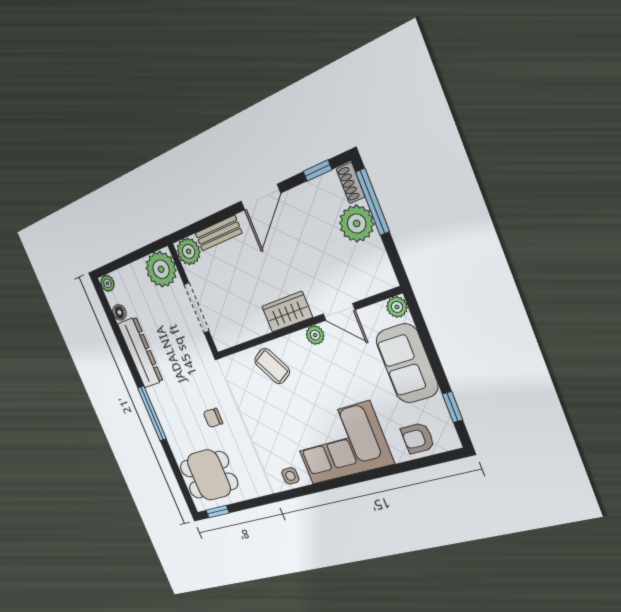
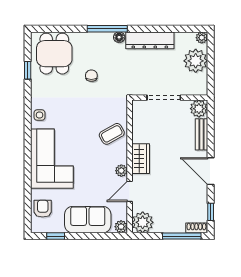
plant: (357, 224) -> (143, 222), moved
plant: (161, 269) -> (196, 61), moved
floor lamp: (119, 312) -> (119, 37), moved
window: (218, 512) -> (28, 70), moved

